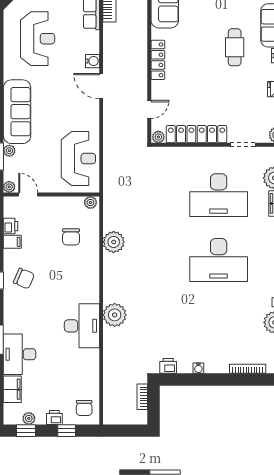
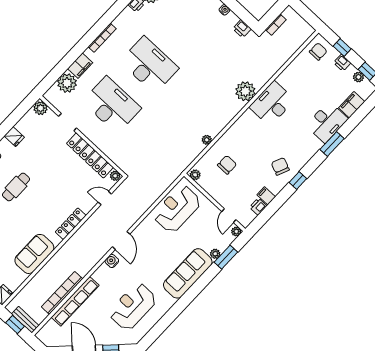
plant: (114, 242) -> (207, 140), width x0.53, depth x0.53

